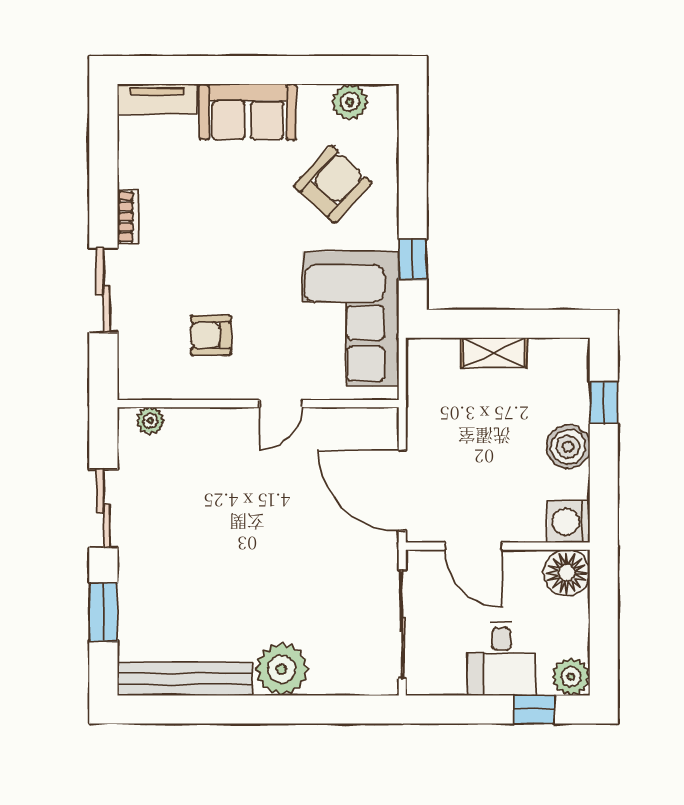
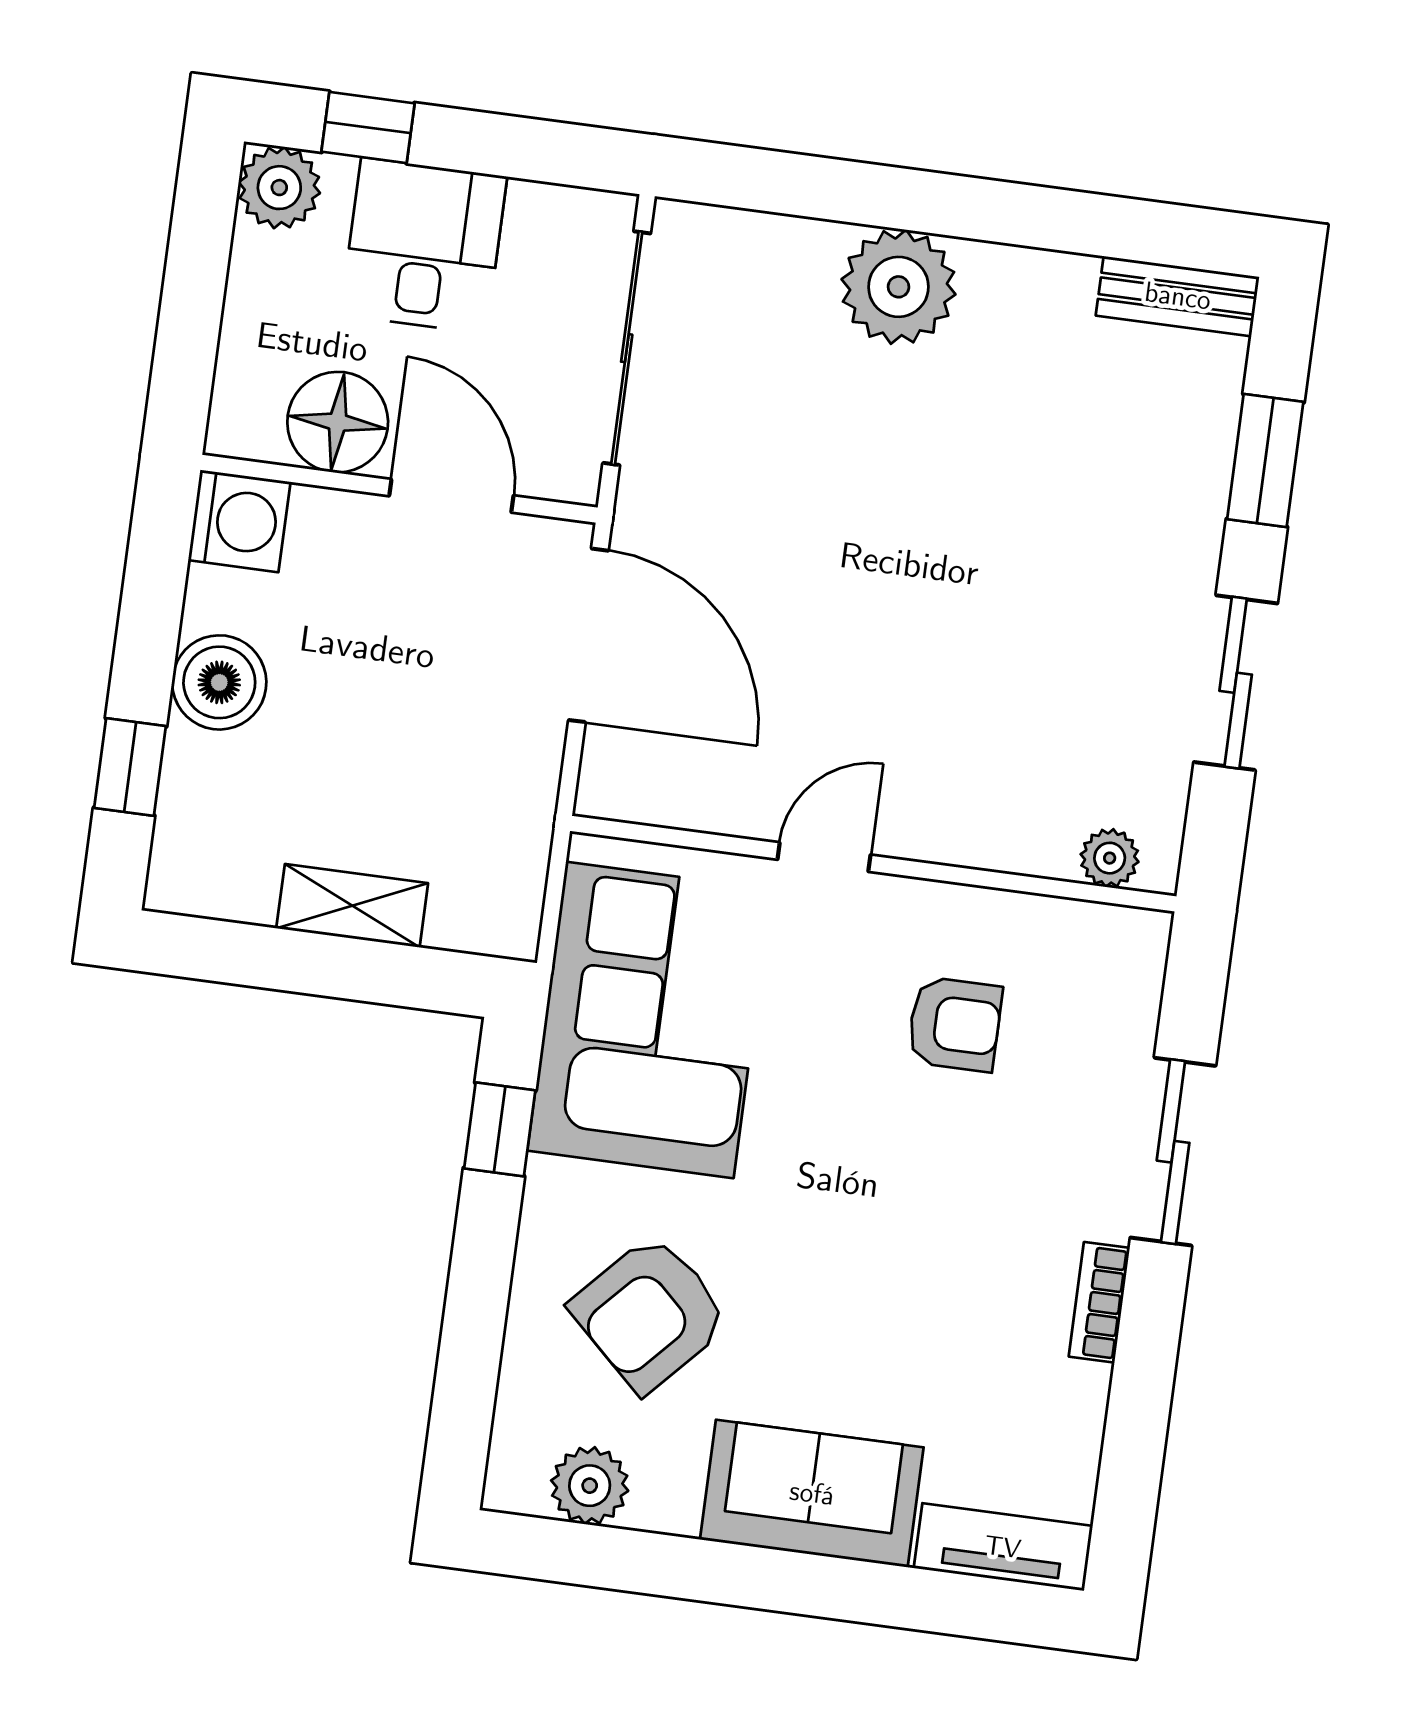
floor lamp: (567, 573) -> (338, 422), moved
bench: (185, 679) -> (1178, 296), width x0.54, depth x0.82

